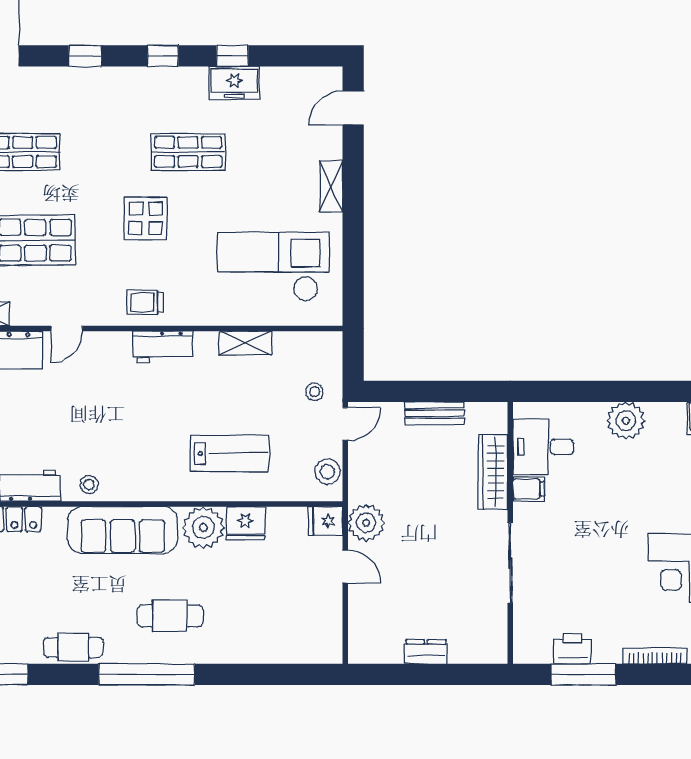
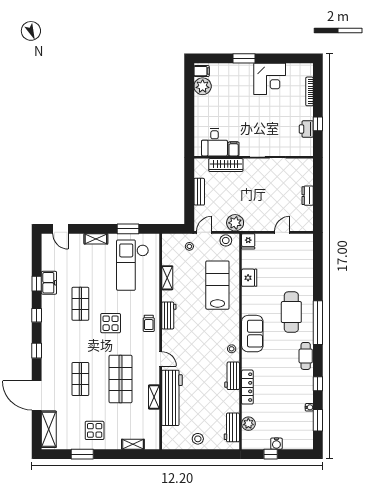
window: (353, 257) -> (128, 229), added
plant: (626, 421) -> (203, 86), moved
door: (345, 424) -> (204, 232), hinge flipped
lab bench: (229, 453) -> (217, 285), width x1.36, depth x1.39
plant: (366, 523) -> (235, 223), moved
plant: (203, 528) -> (251, 297), removed
sofa: (123, 530) -> (252, 334), width x0.73
door: (345, 567) -> (282, 232), moved
cafe table: (170, 616) -> (291, 312), width x1.37, depth x1.35
window: (584, 674) -> (318, 124), width x0.46

